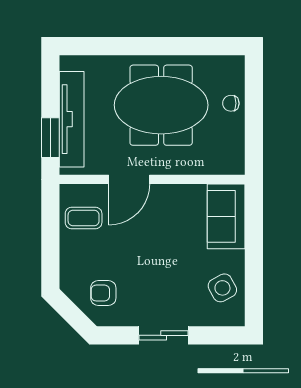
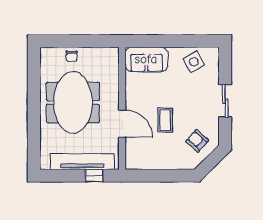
window: (50, 138) -> (94, 176), width x0.67
coffee table: (84, 218) -> (165, 120), moved
armchair: (103, 293) -> (197, 141), turned 132

